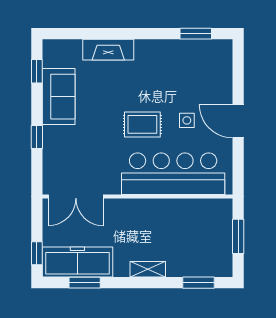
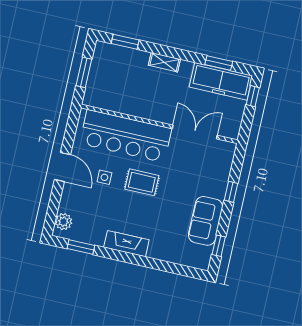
fireplace: (108, 50) -> (126, 244), moved
plant: (223, 59) -> (64, 222), added
double door: (76, 197) -> (195, 132), moved

